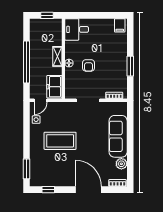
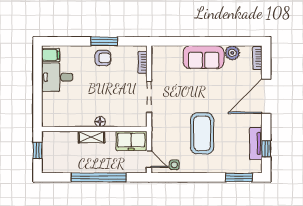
desk: (77, 29) -> (57, 77), moved, turned 90
armchair: (88, 65) -> (103, 58), moved
sofa: (118, 136) -> (204, 57), width x0.73
tv unit: (52, 182) -> (256, 143), added

